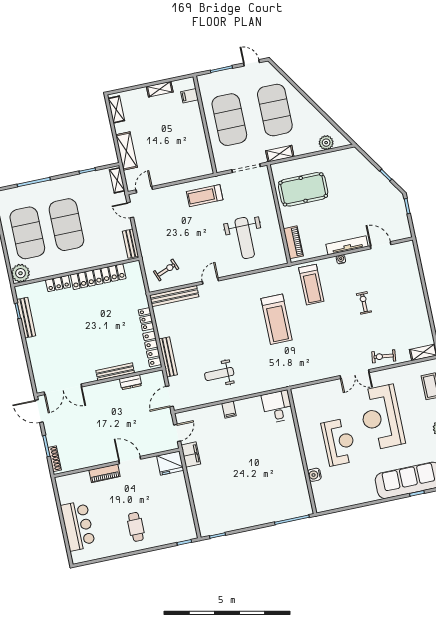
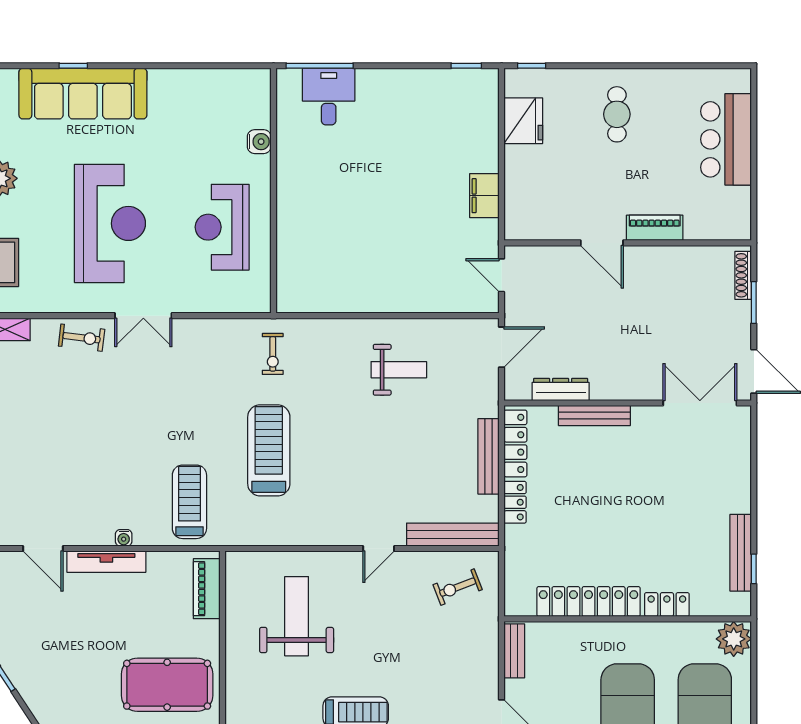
exercise bike: (364, 303) -> (273, 354), moved
bench: (168, 357) -> (489, 456), moved
double door: (355, 374) -> (143, 316), swing flipped
dresser: (131, 382) -> (561, 389), width x1.44
desk: (277, 407) -> (329, 97), moved, turned 180
filing cabinet: (229, 410) -> (394, 298), removed
door: (177, 433) -> (502, 275), hinge flipped
reception desk: (339, 442) -> (222, 227), moved
filing cabinet: (191, 454) -> (484, 196), moved
fridge: (170, 463) -> (523, 121), moved, turned 90

